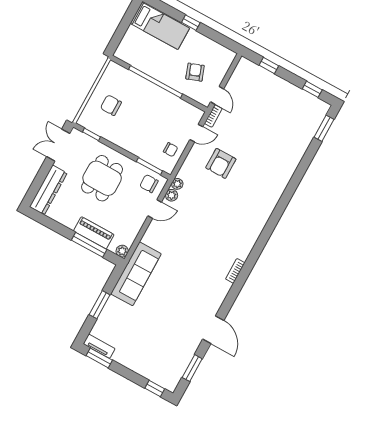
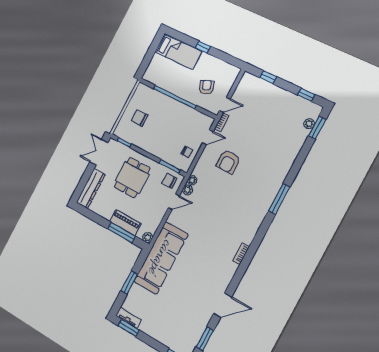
door: (217, 95) -> (225, 105), hinge flipped
plant: (315, 123) -> (309, 124), added
window: (280, 209) -> (279, 199), added
sofa: (136, 274) -> (161, 258), width x1.36, depth x1.27
door: (213, 330) -> (223, 305), hinge flipped

